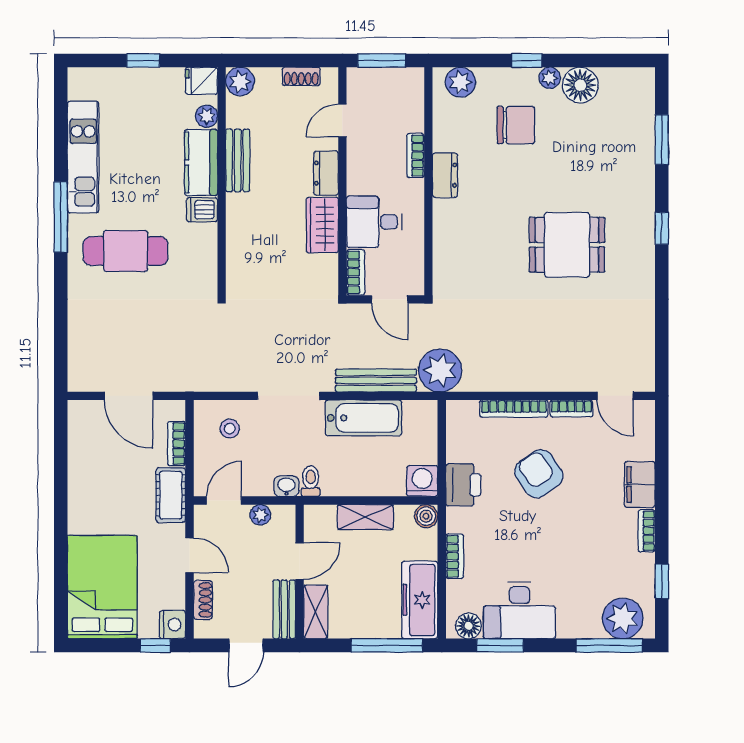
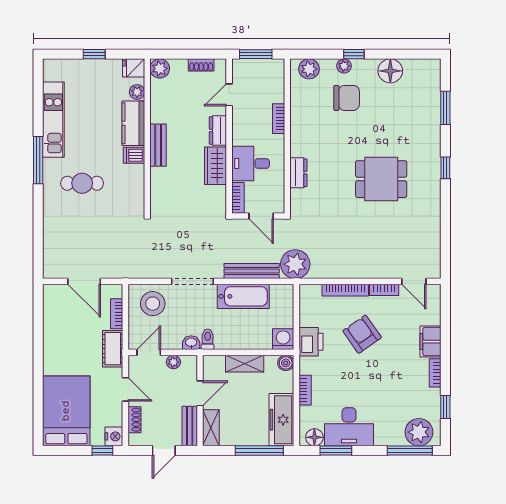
plant: (550, 78) -> (344, 66), moved
bench: (238, 160) -> (158, 145), moved
dresser: (445, 175) -> (298, 173), moved
cafe table: (126, 251) -> (82, 183), width x0.73, depth x0.74
stool: (230, 429) -> (153, 304), width x1.89, depth x1.89

